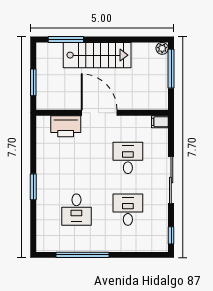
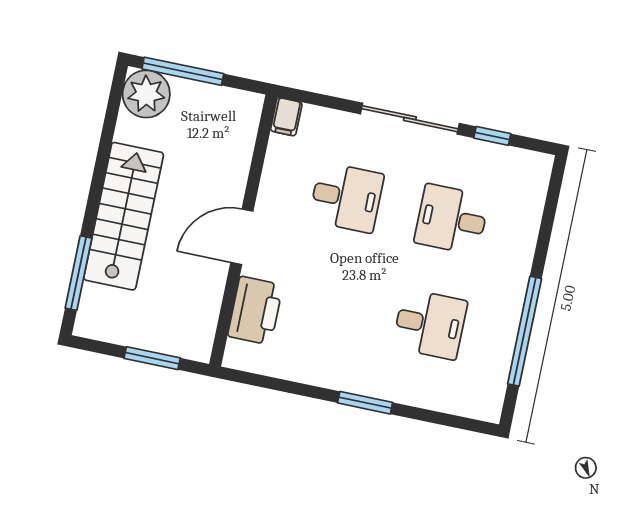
plant: (162, 48) -> (146, 94), width x1.87, depth x1.87
door: (99, 113) -> (242, 237), width x0.73
desk: (128, 158) -> (346, 197), turned 180
window: (171, 235) -> (492, 136), moved

